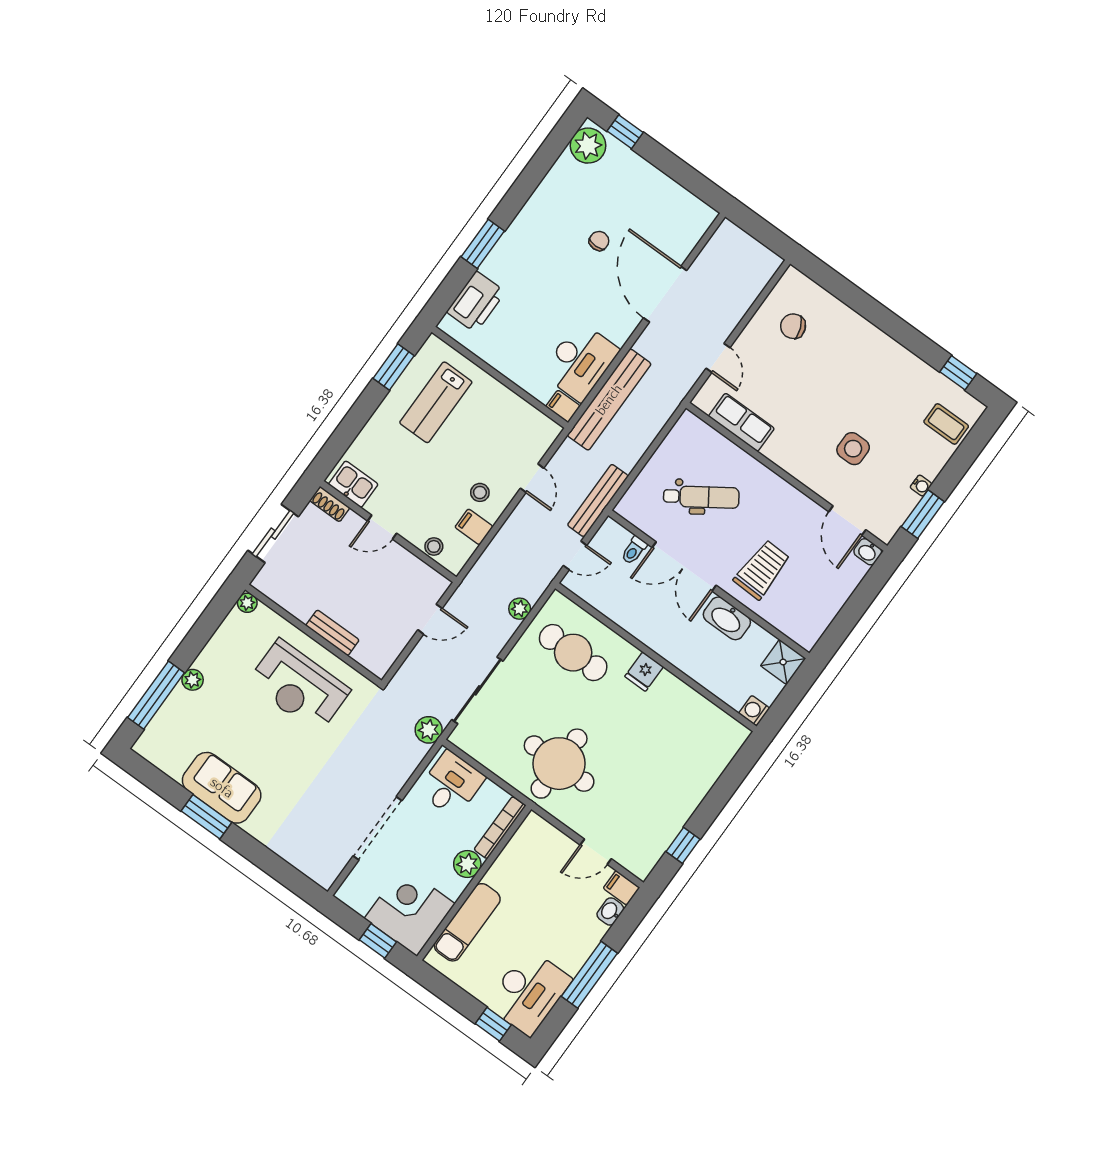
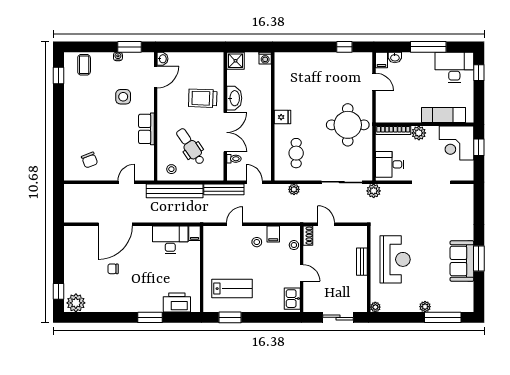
bench: (609, 400) -> (175, 191), moved
row of seats: (741, 422) -> (146, 129), moved
stool: (688, 442) -> (171, 169), added
shoe rack: (330, 504) -> (308, 236), moved
cafe table: (573, 653) -> (296, 153), width x0.73, depth x0.74

